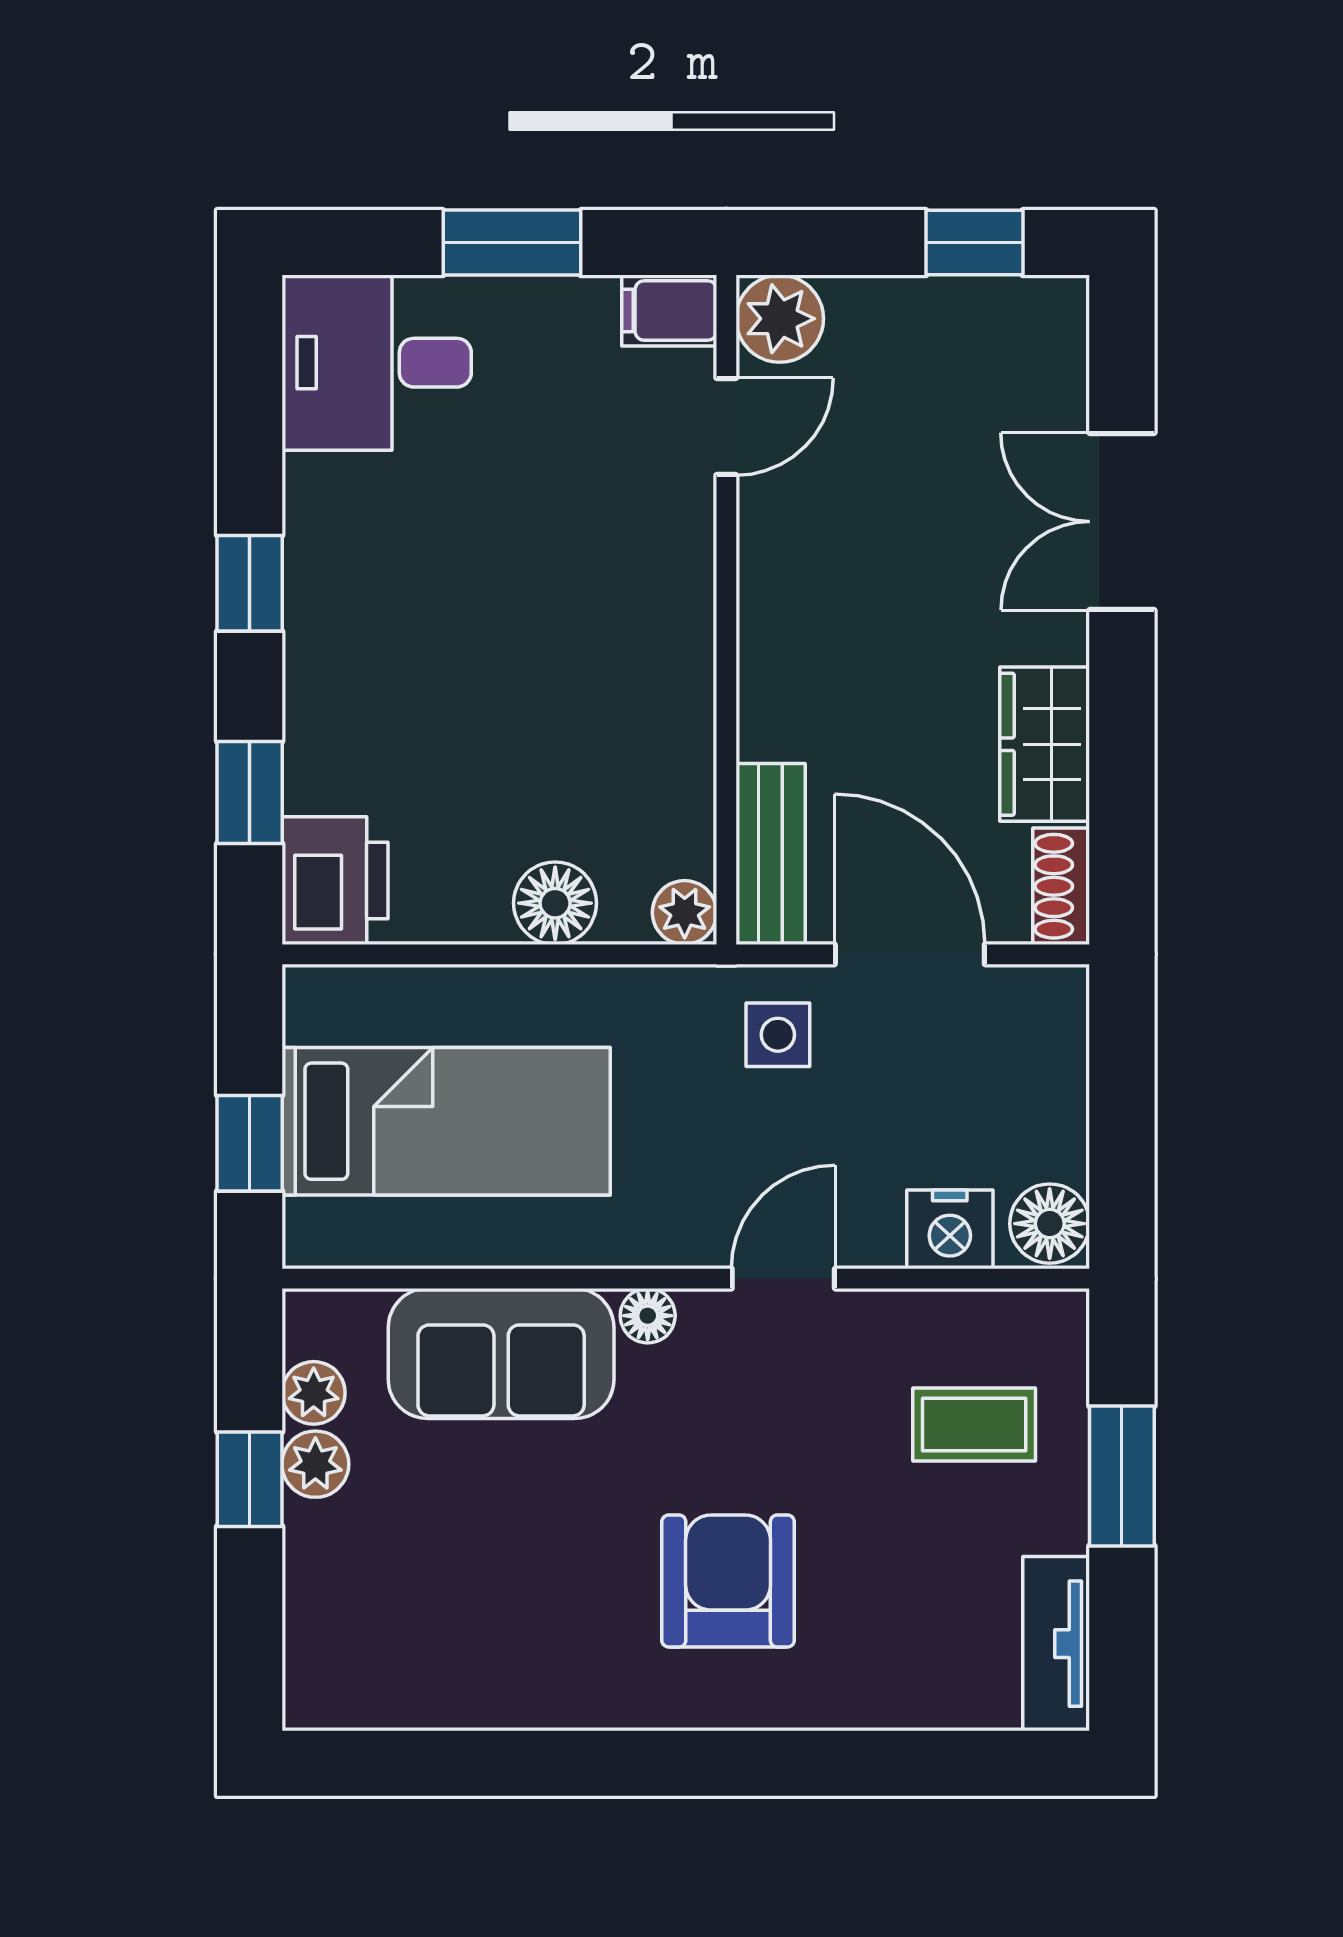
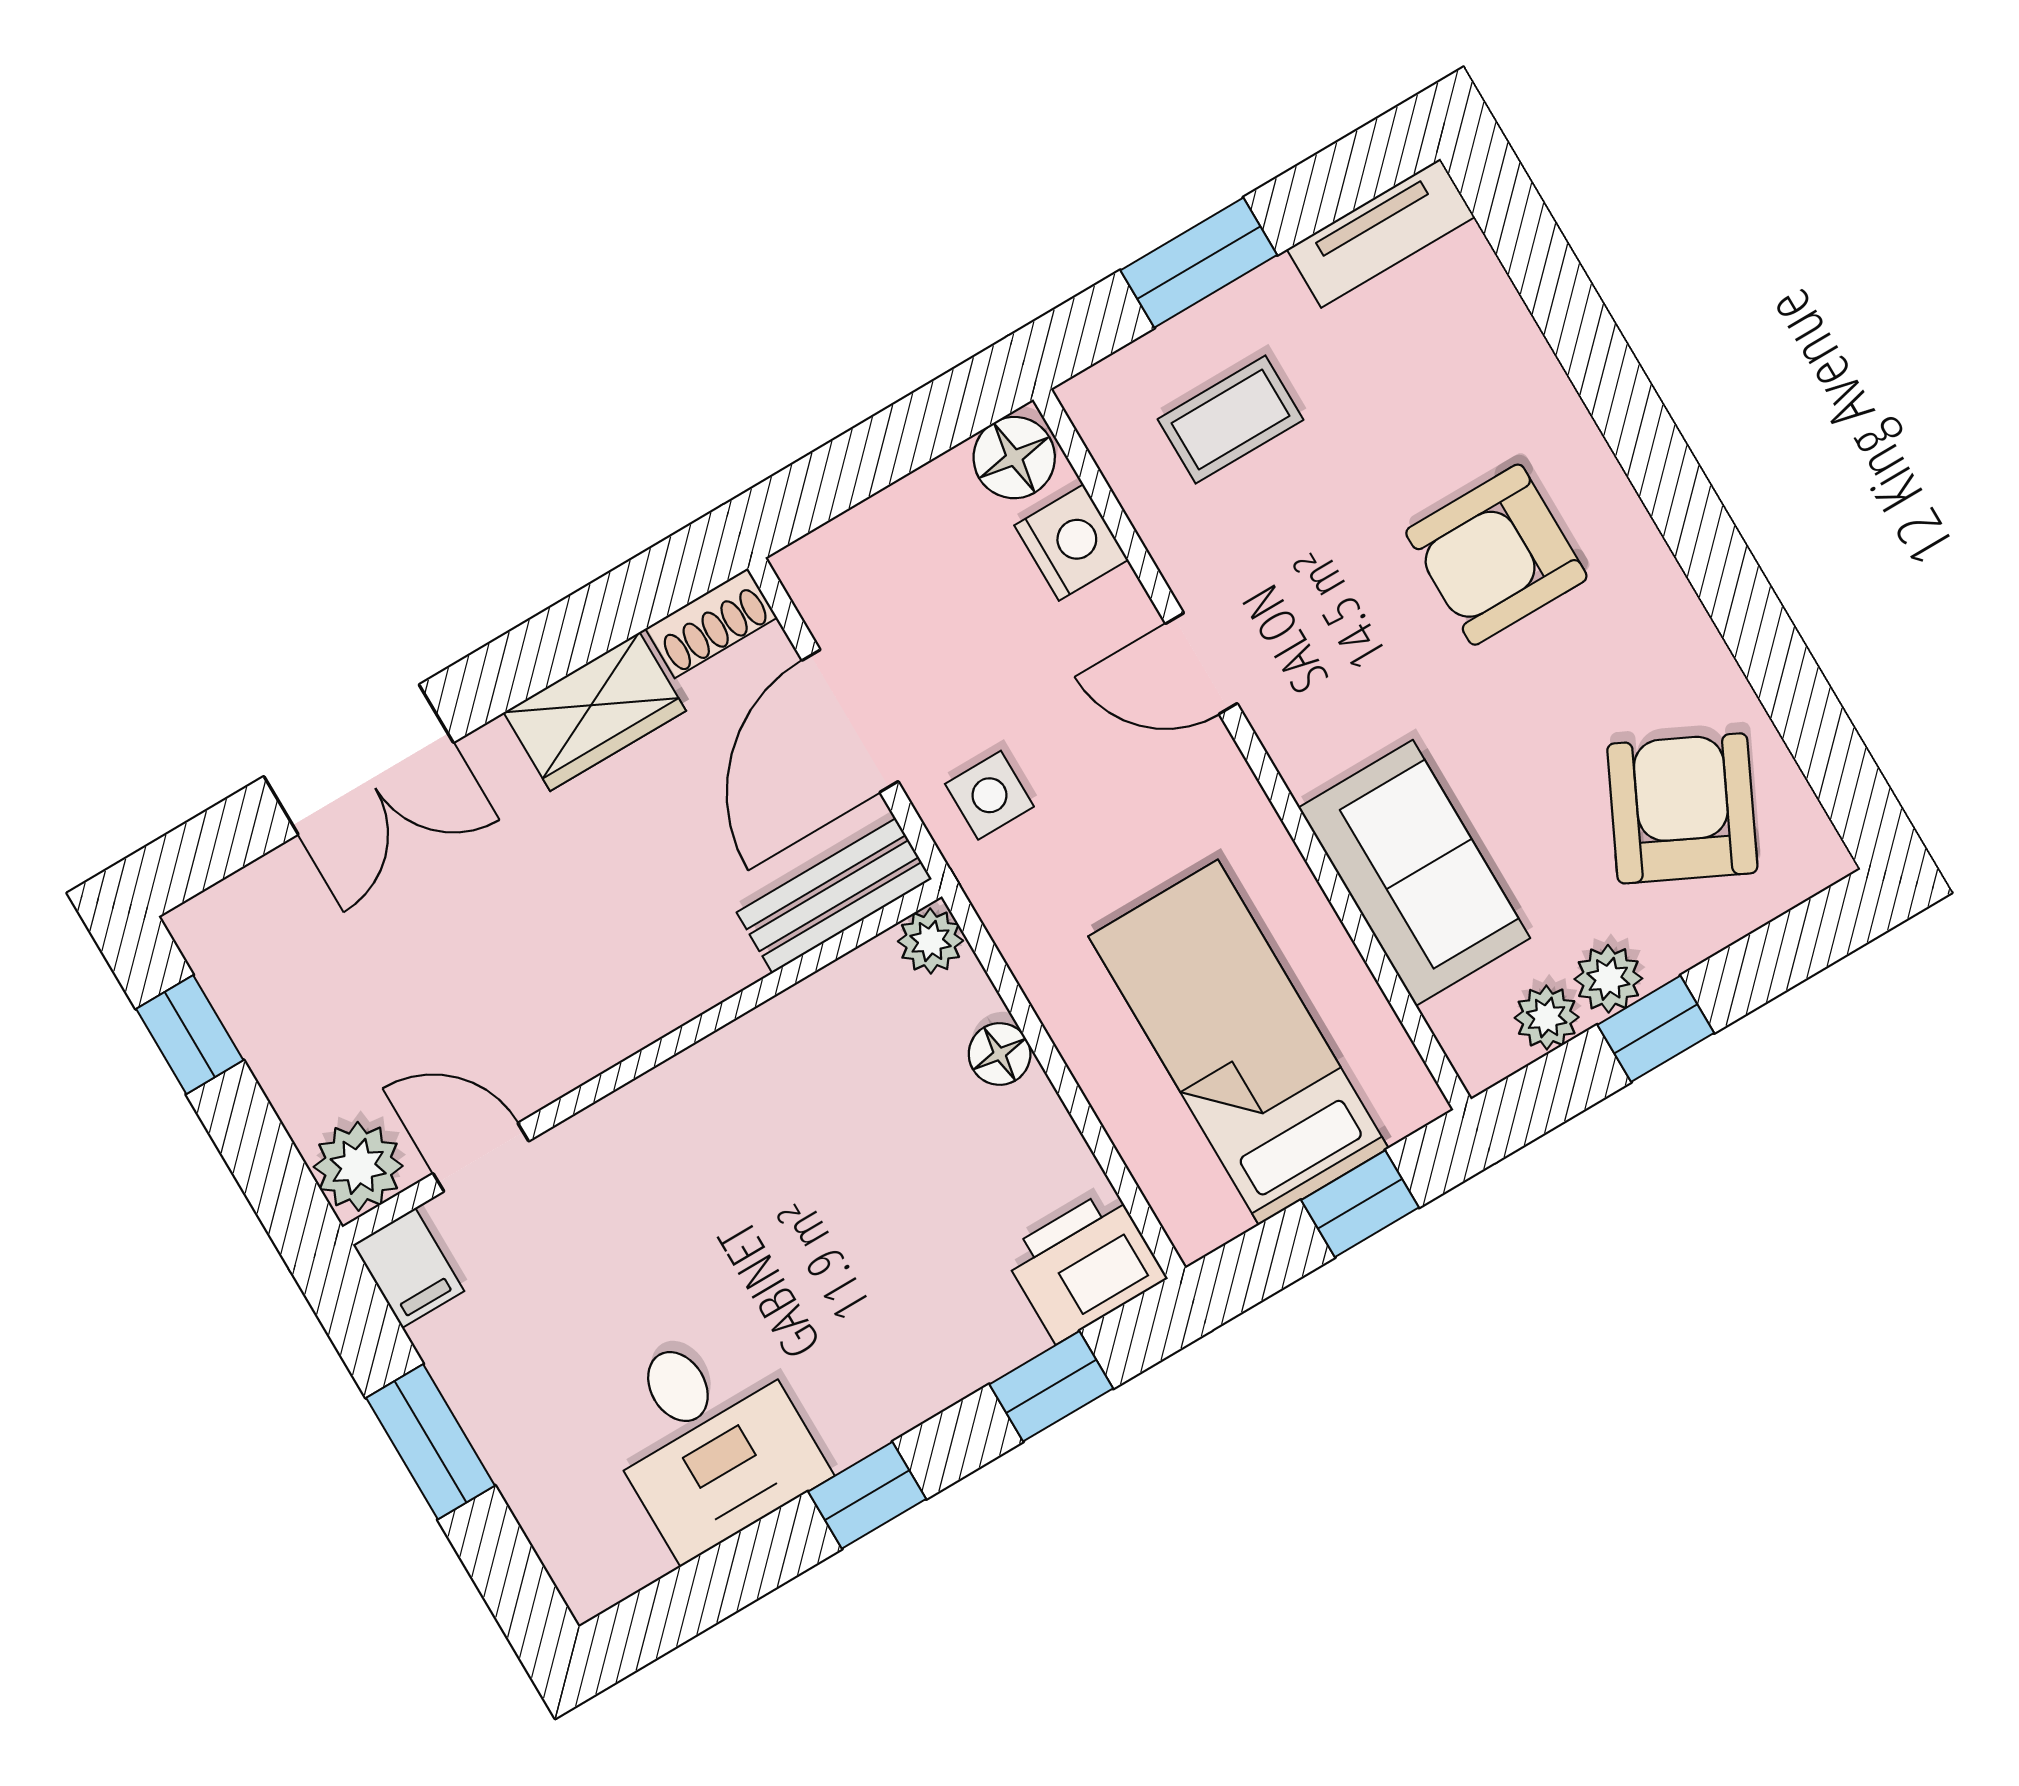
desk: (377, 363) -> (708, 1438), moved
floor lamp: (555, 903) -> (1000, 1054), width x0.73, depth x0.73
floor lamp: (648, 1316) -> (1305, 764), removed
coffee table: (974, 1425) -> (1231, 420), turned 90
armchair: (422, 1611) -> (1682, 808), added

